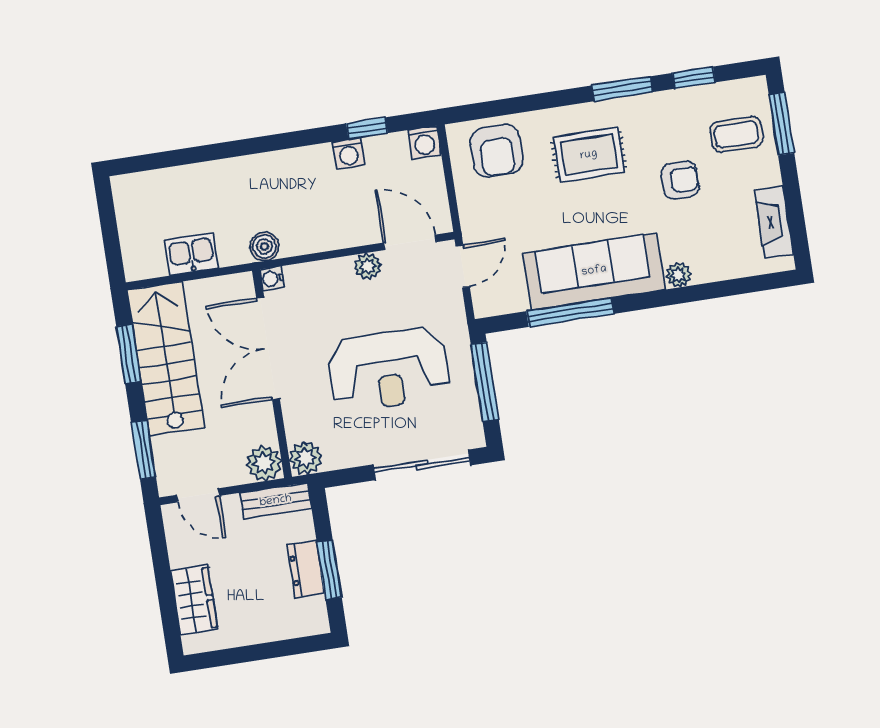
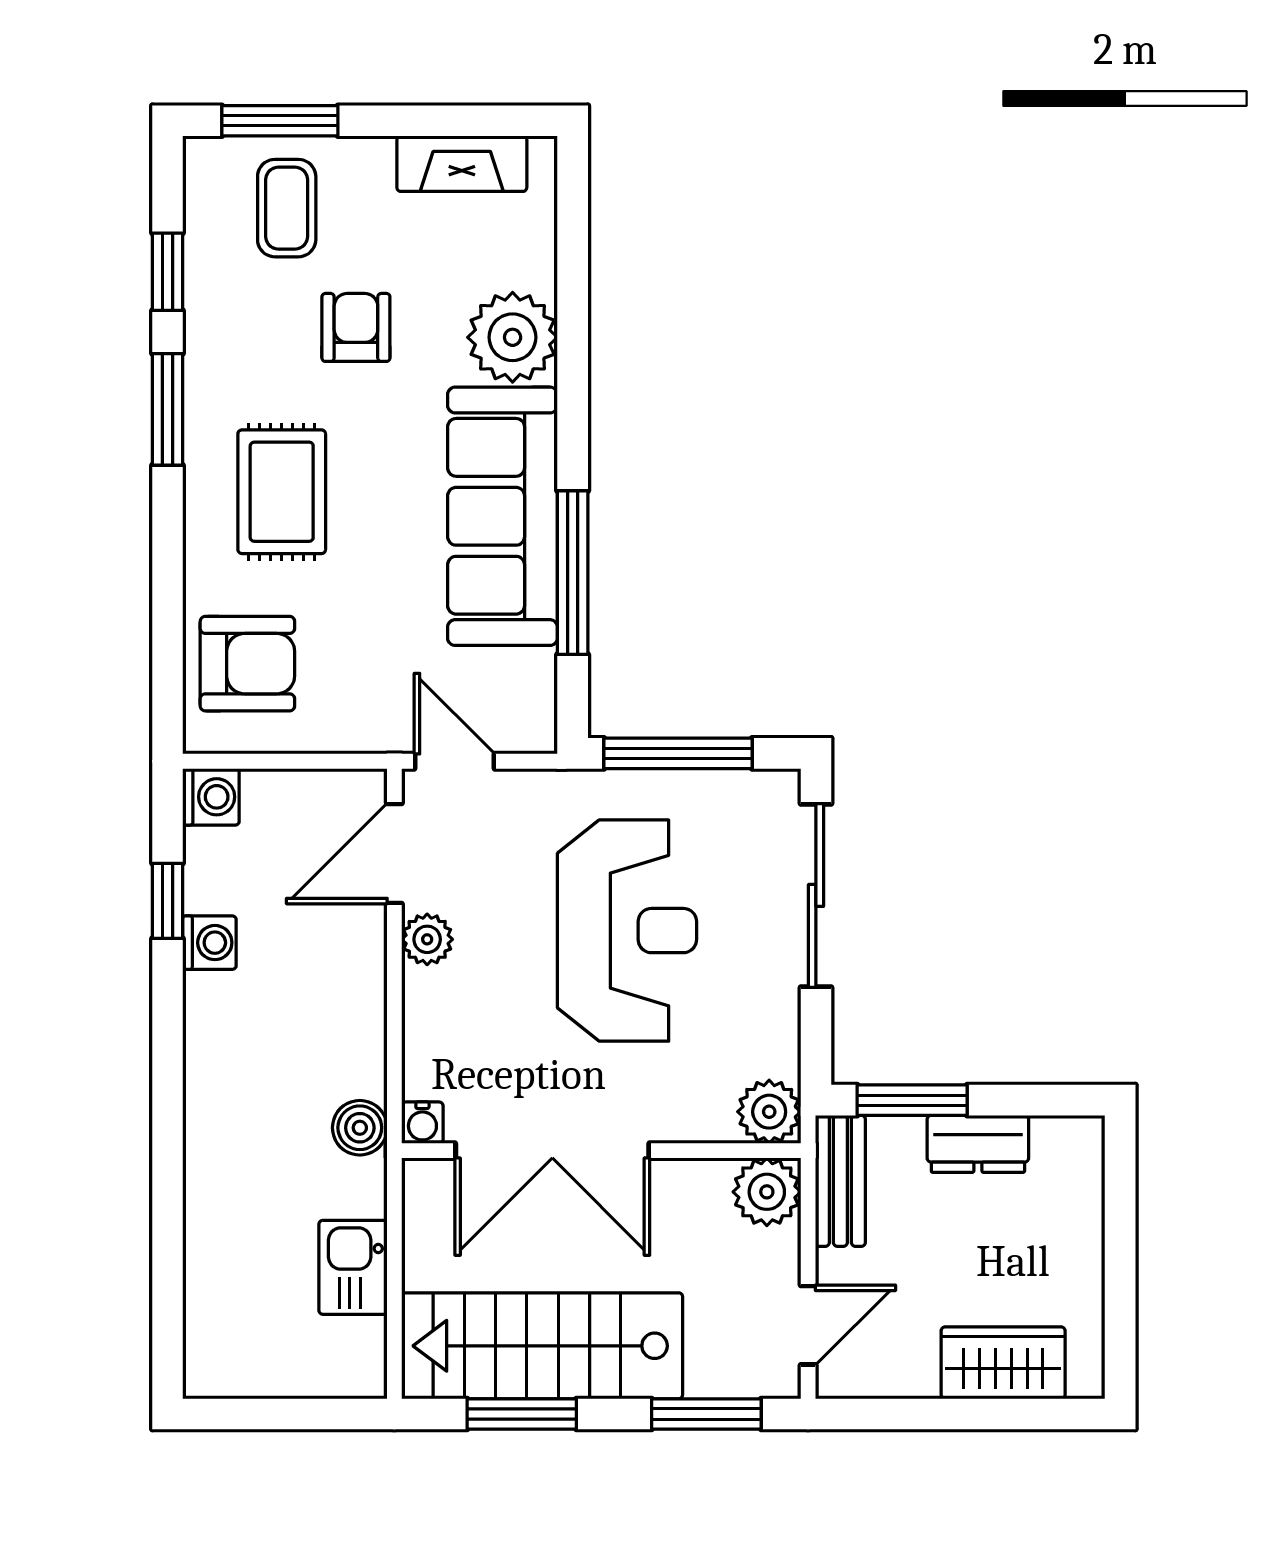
plant: (678, 275) -> (513, 337), width x1.88, depth x1.88
window: (329, 570) -> (912, 1100), moved

